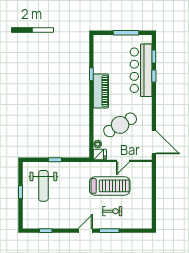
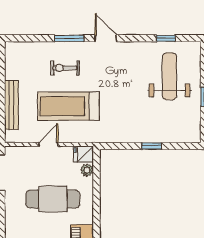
cafe table: (120, 125) -> (53, 199), turned 30
weight bench: (43, 186) -> (169, 76), moved
bench: (147, 187) -> (11, 105), added
door: (85, 231) -> (106, 38), swing flipped

